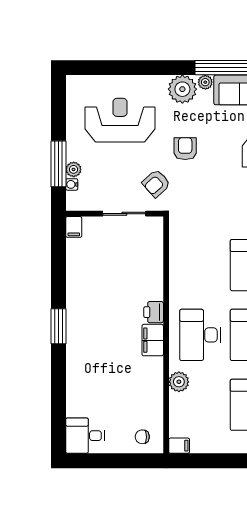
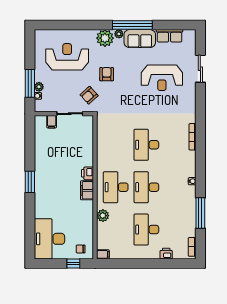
filing cabinet: (74, 227) -> (52, 122), moved
desk: (85, 436) -> (49, 239), width x1.87, depth x1.30
window: (130, 461) -> (73, 264), added

